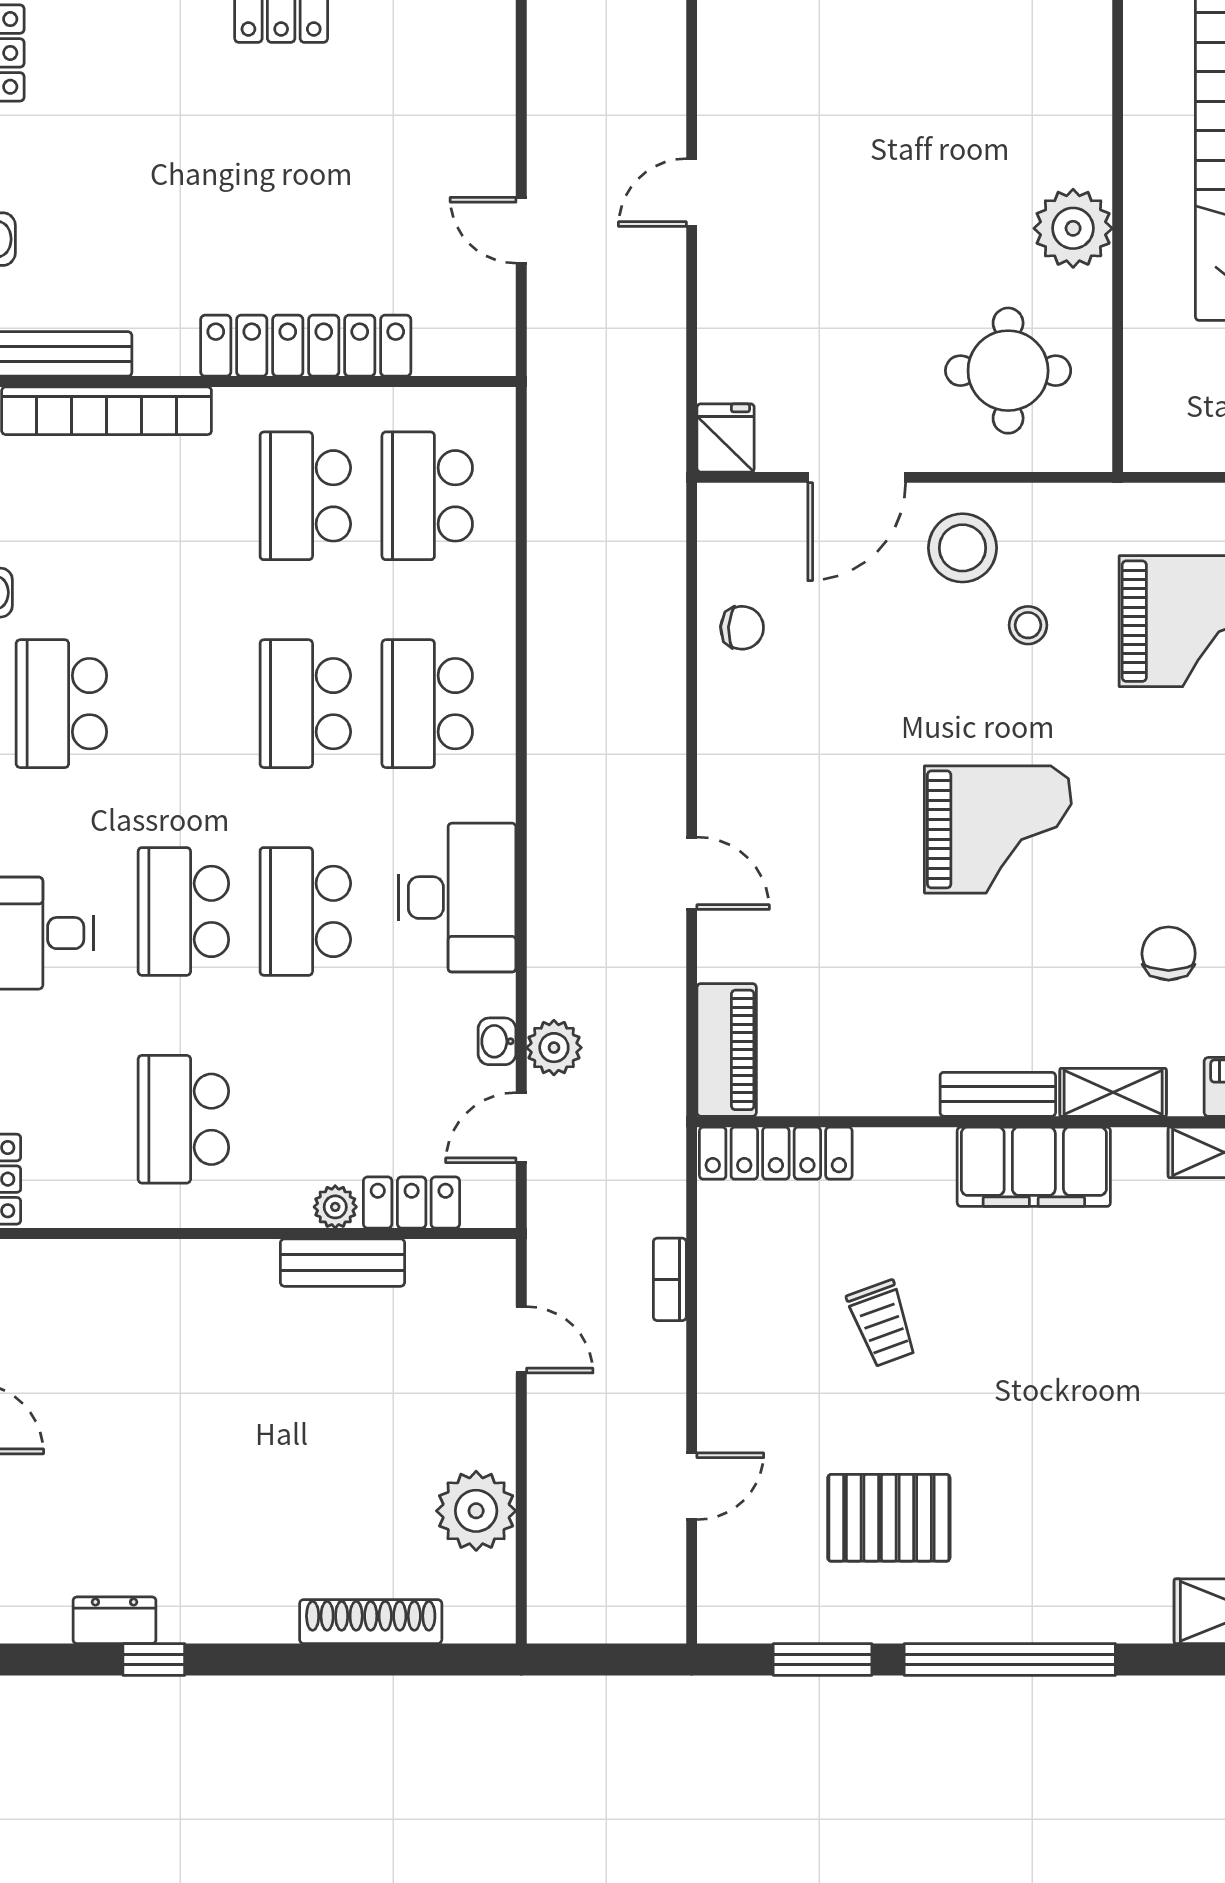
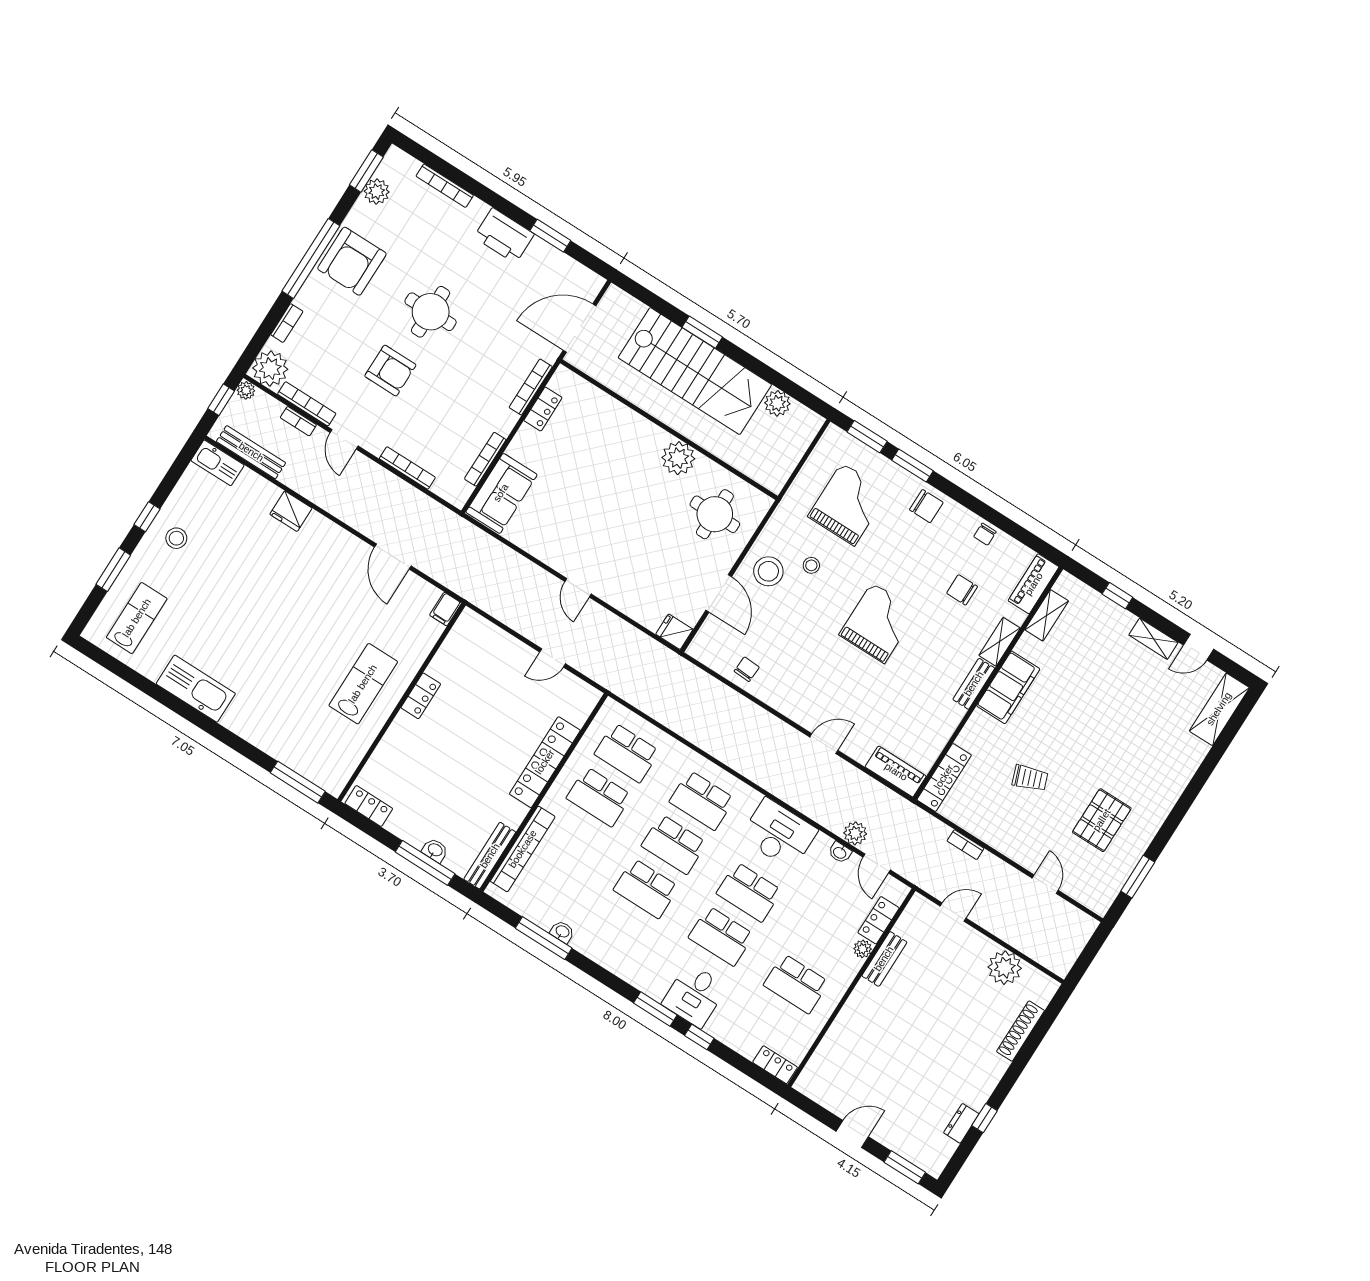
school desk: (61, 704) -> (646, 888), moved
window: (1010, 1659) -> (1181, 809), removed

